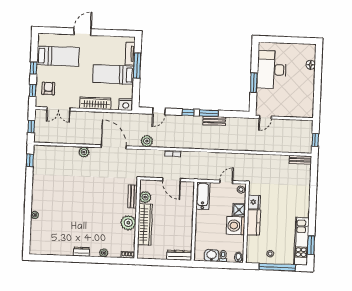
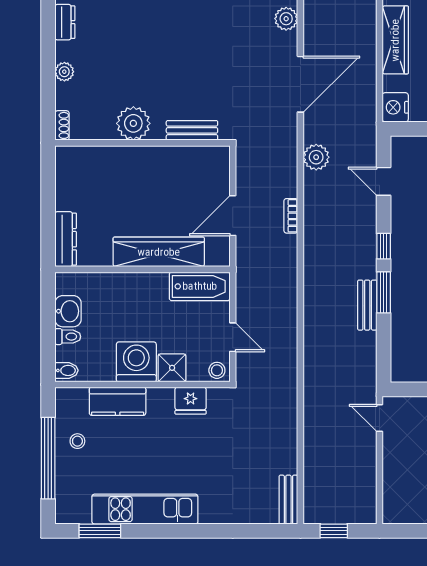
plant: (145, 197) -> (192, 159), removed
kitchen counter: (254, 223) -> (118, 401), moved
wardrobe: (145, 224) -> (159, 252), moved, turned 180
kitchen unit: (301, 241) -> (145, 509), moved

